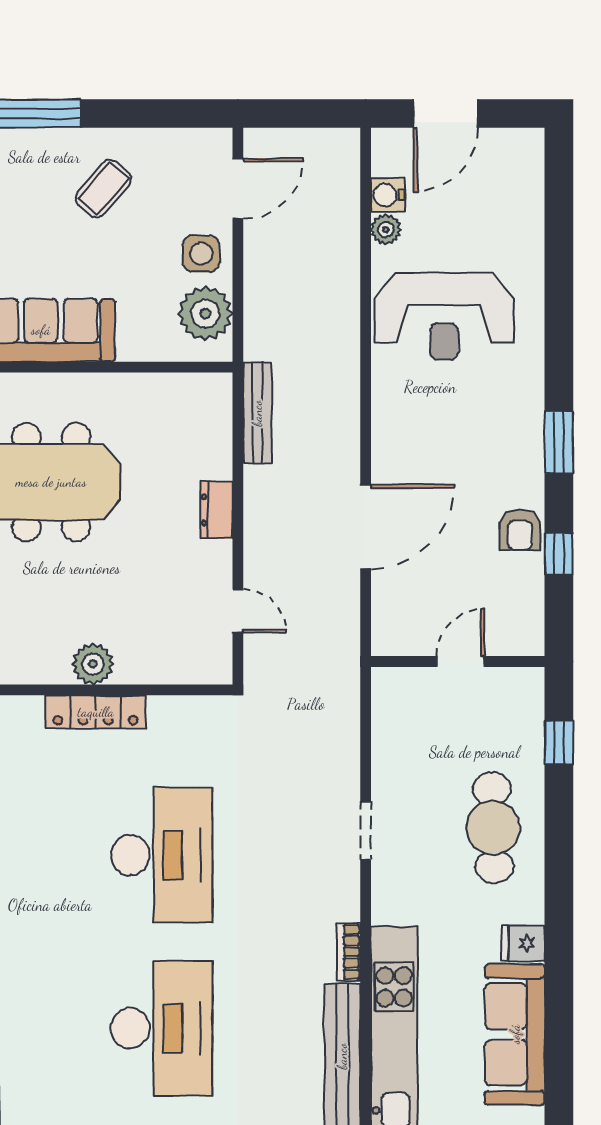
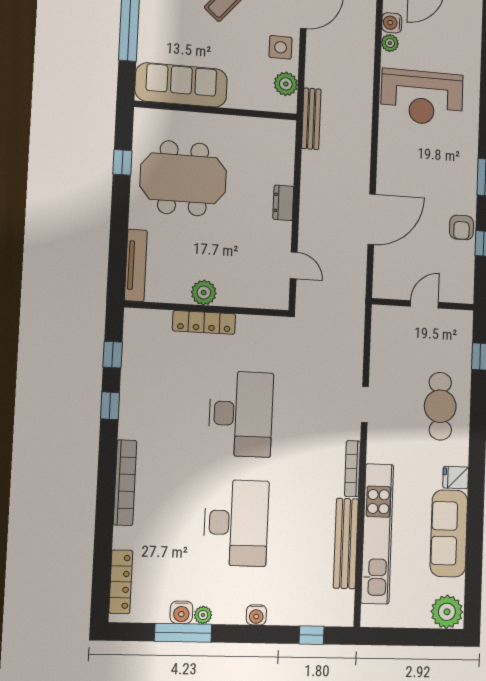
plant: (205, 314) -> (286, 84), width x0.73, depth x0.73
bench: (257, 413) -> (311, 119), moved
bookcase: (349, 952) -> (352, 469), width x1.56

